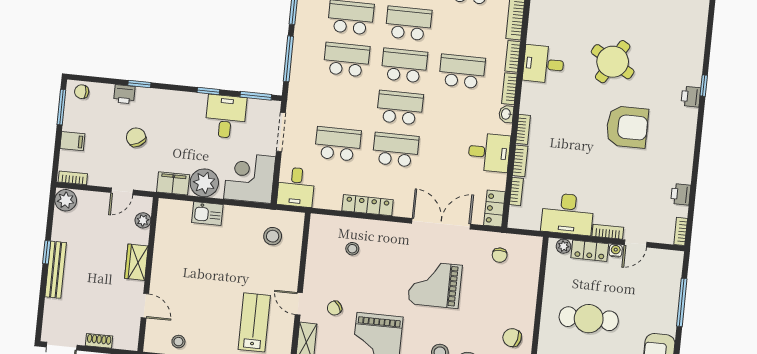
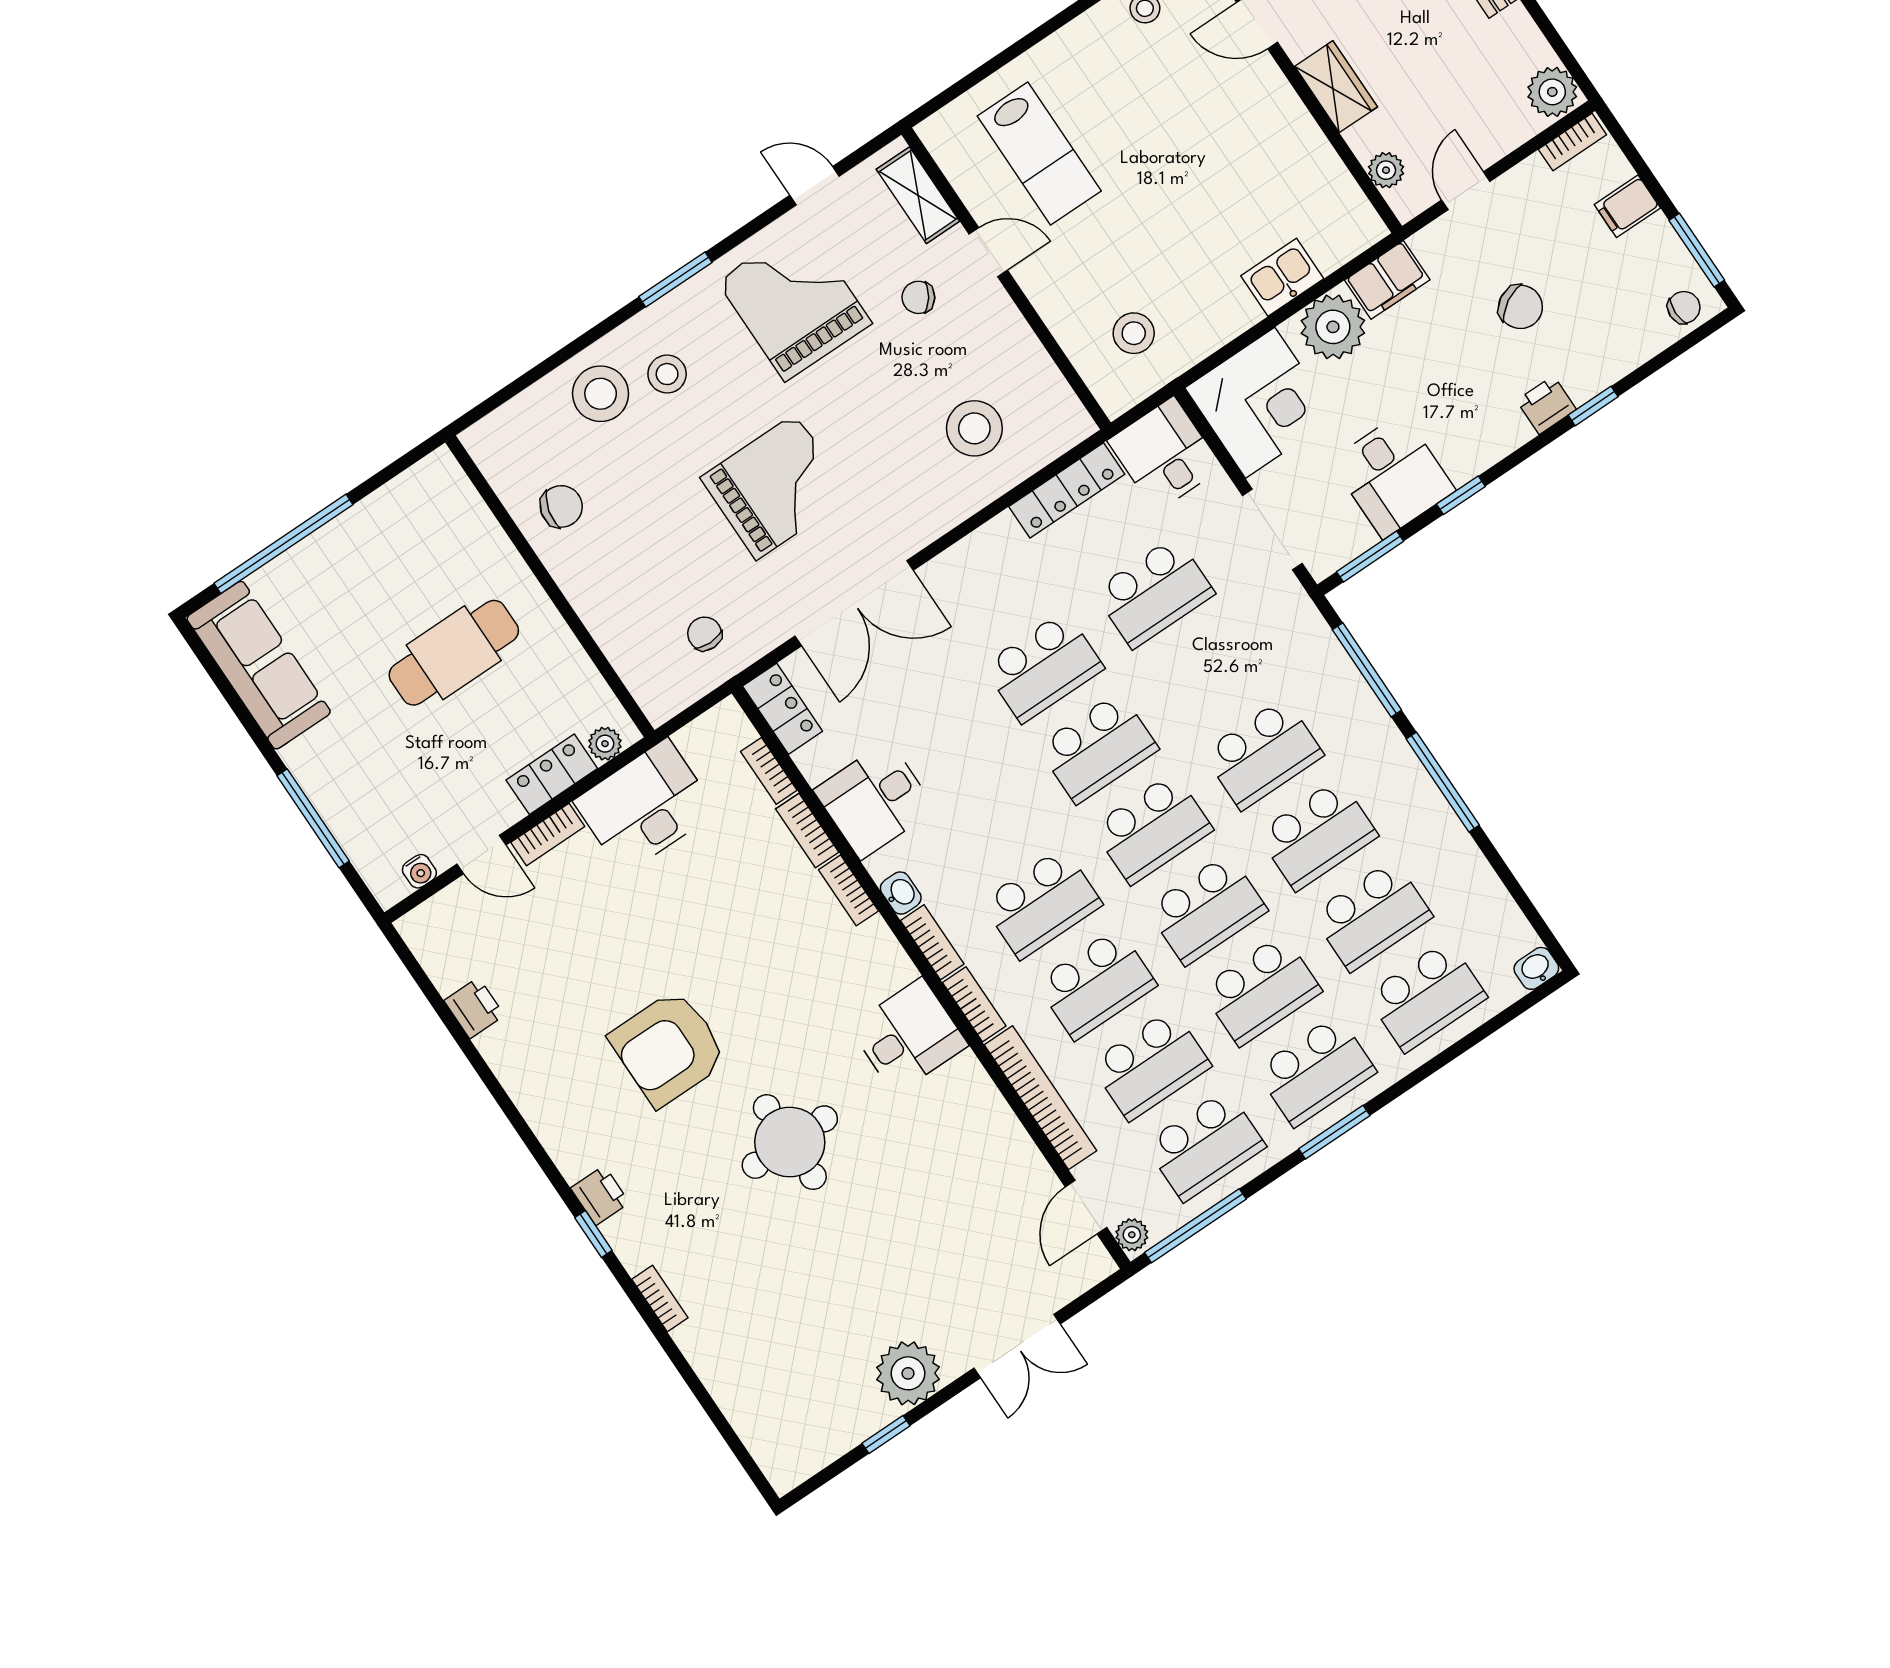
school desk: (466, 29) -> (1096, 984), added
round table: (613, 62) -> (790, 1142), turned -30
printer: (124, 94) -> (1546, 405), moved
locker: (368, 205) -> (1067, 490), moved
bookcase: (681, 231) -> (660, 1298), moved
door: (636, 244) -> (481, 855), swing flipped
stool: (352, 249) -> (974, 428), width x1.89, depth x1.89
water cooler: (616, 251) -> (419, 871), moved
chair: (335, 308) -> (918, 297), turned -110

